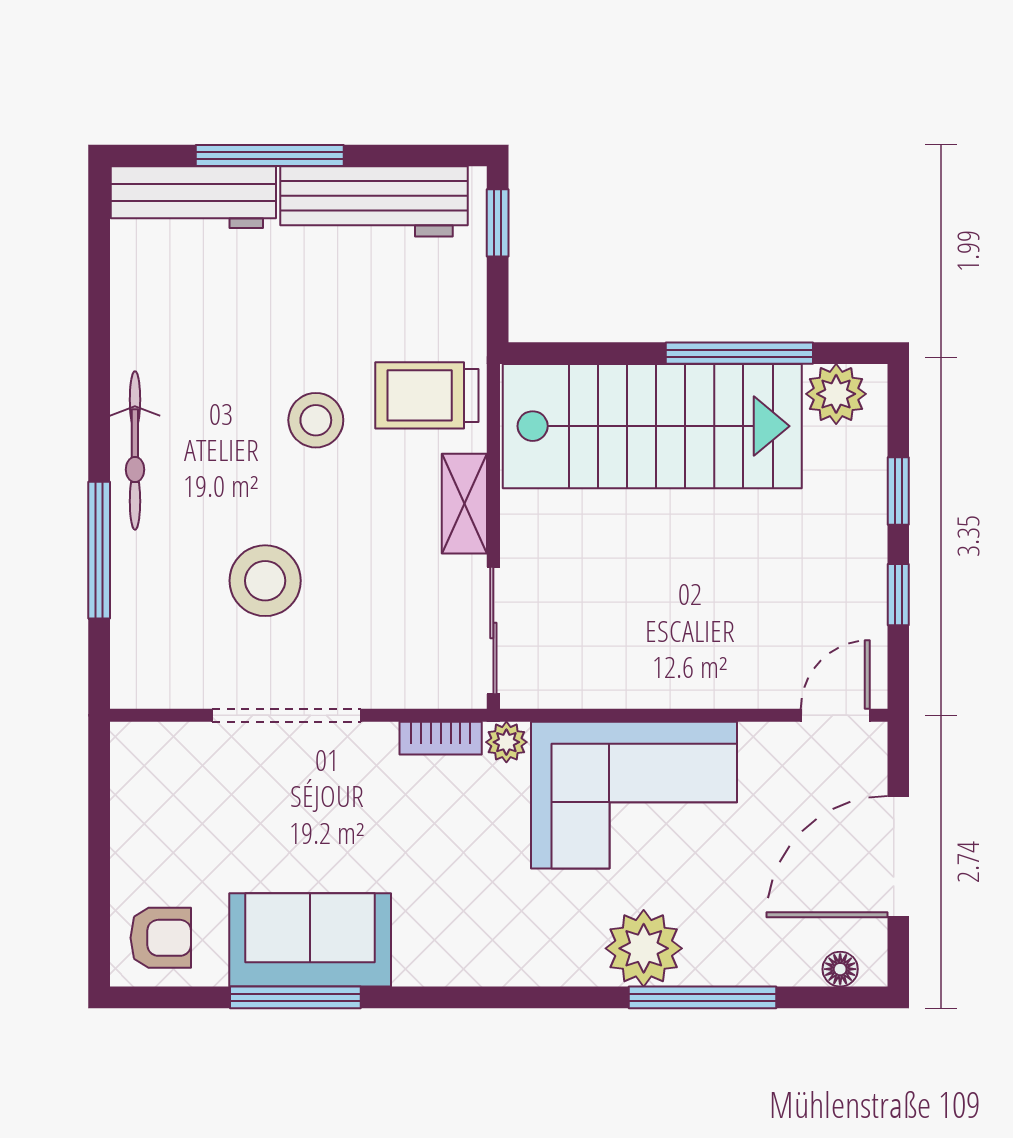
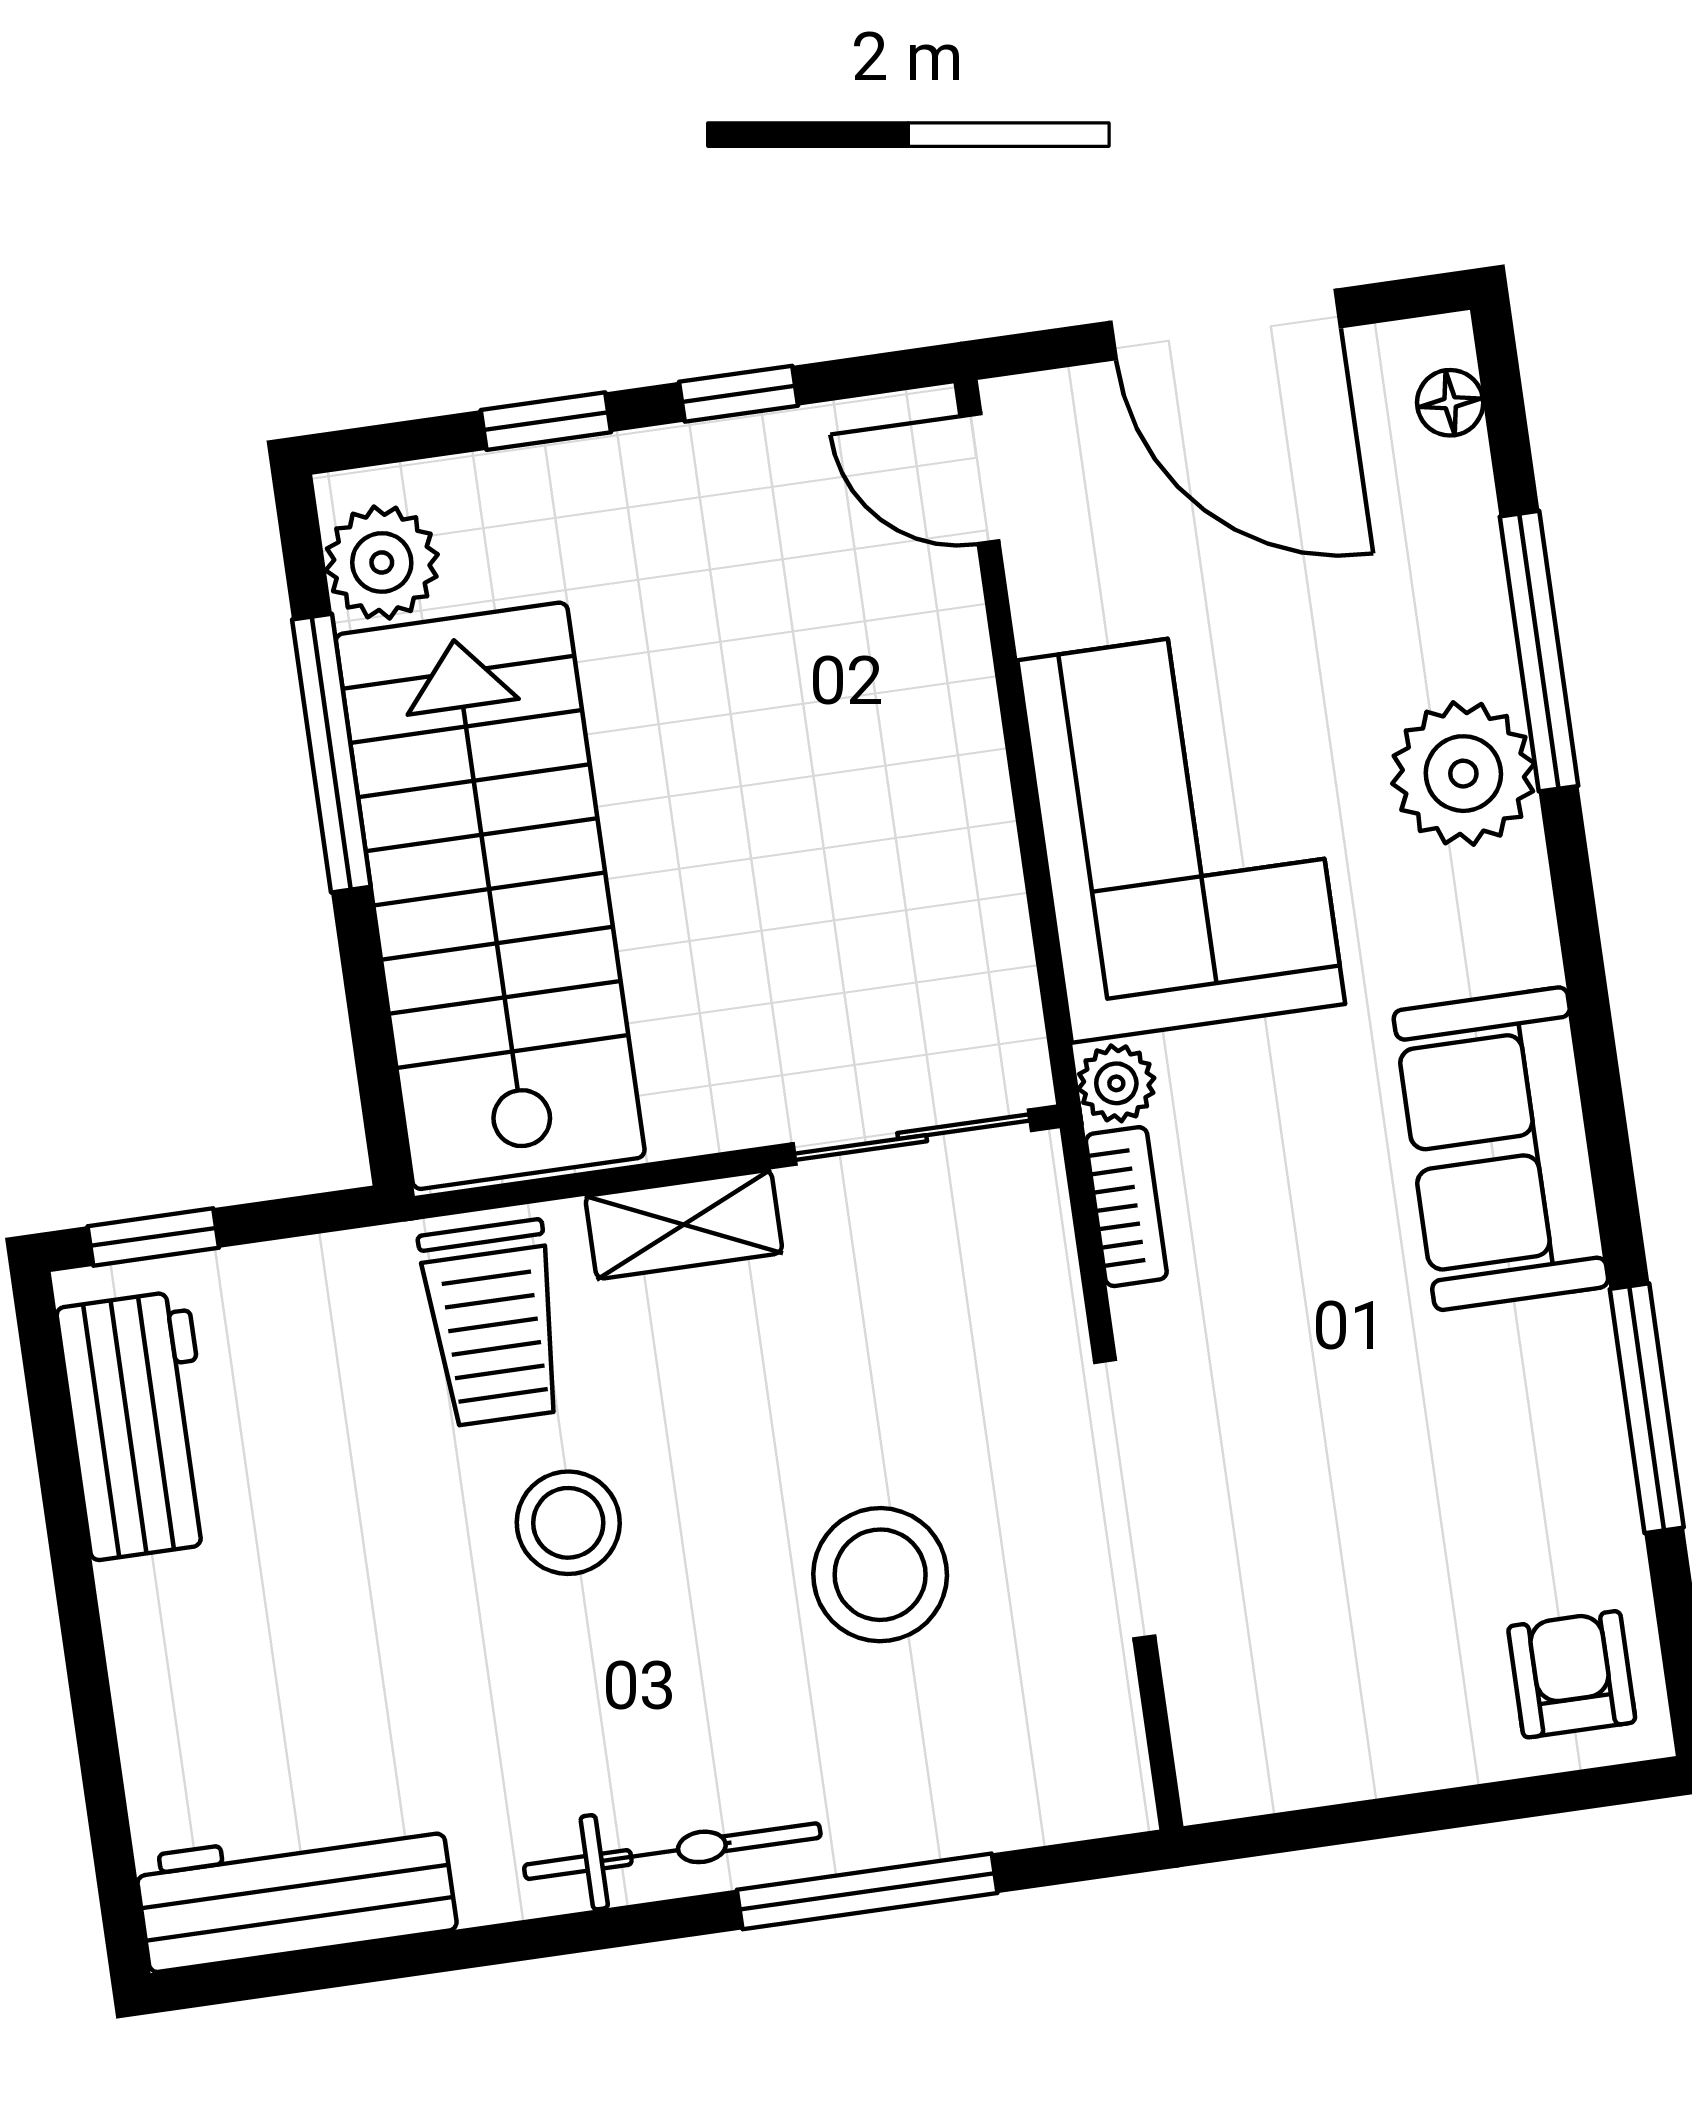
window: (270, 155) -> (88, 1678), removed
workbench: (193, 197) -> (296, 1894), moved, turned -90
workbench: (374, 201) -> (139, 1425), width x0.73
sofa: (310, 940) -> (1501, 1149), moved

